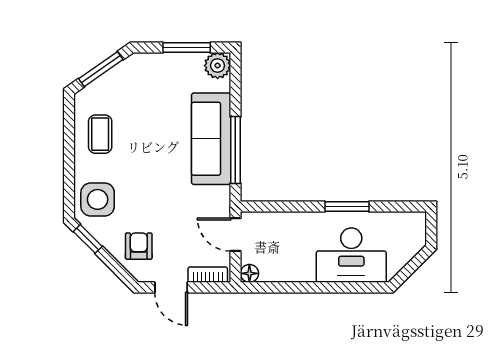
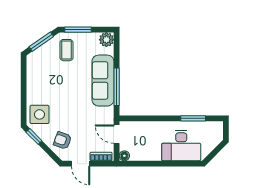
window: (187, 48) -> (78, 30), moved
coffee table: (100, 134) -> (67, 50), moved
window: (347, 207) -> (193, 118), moved
armchair: (139, 246) -> (63, 140), turned -70

